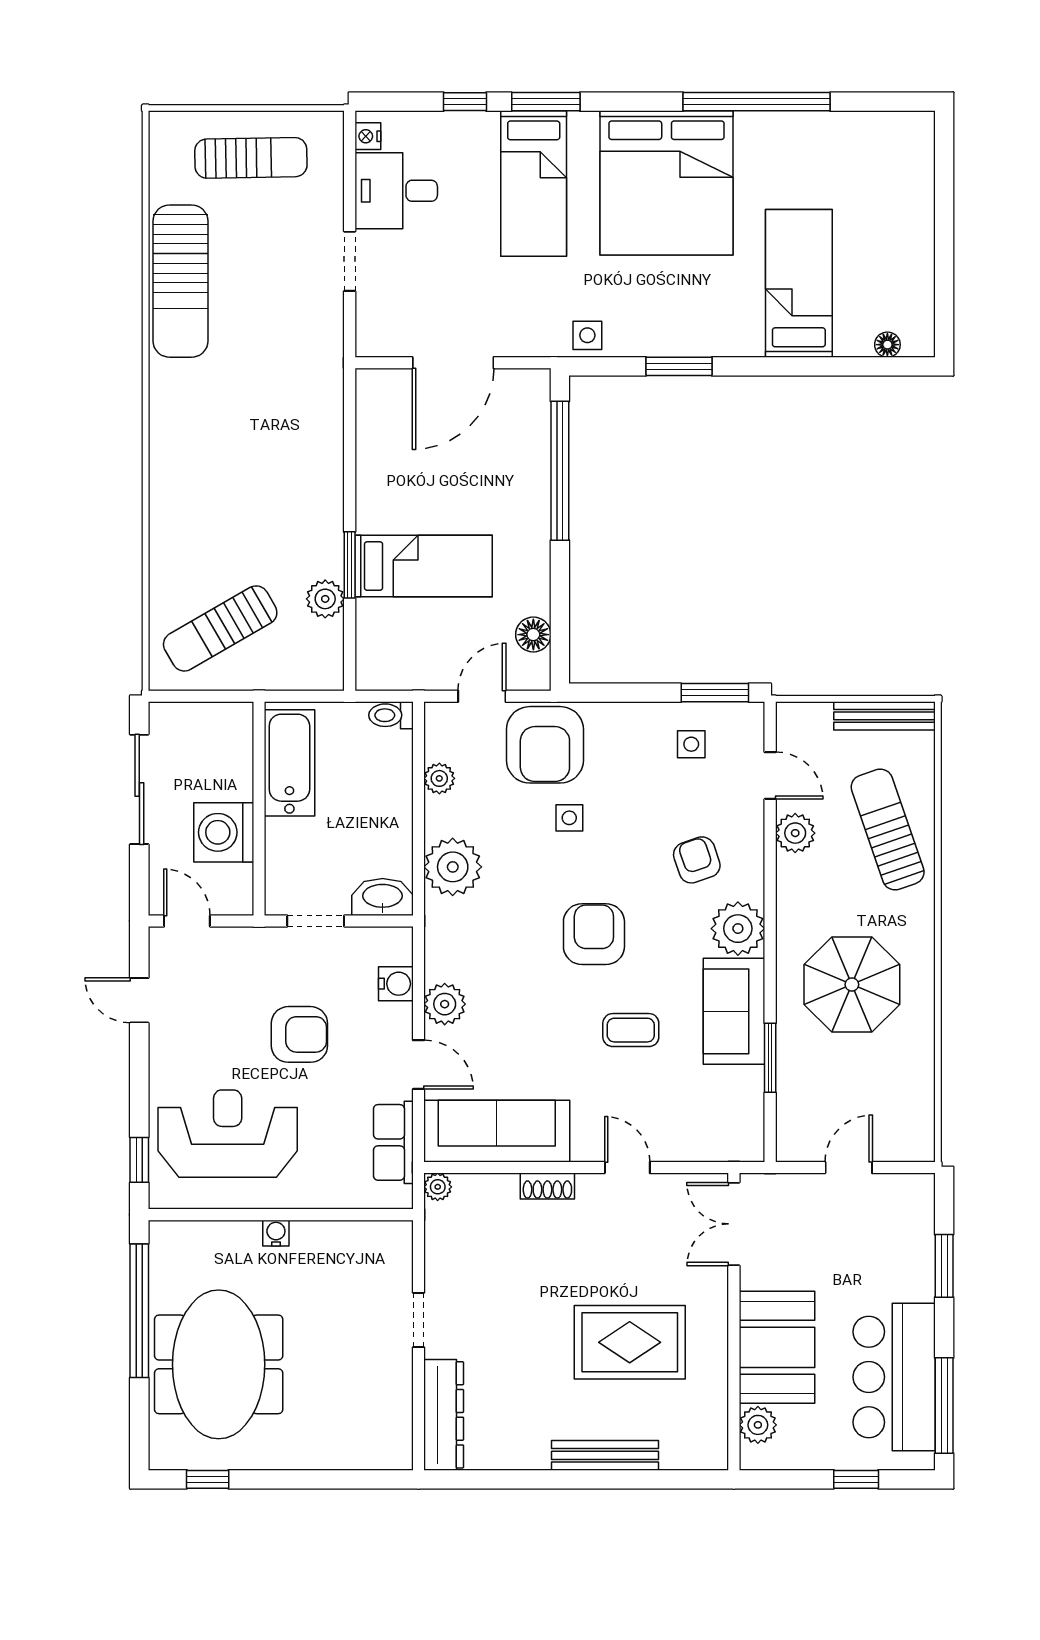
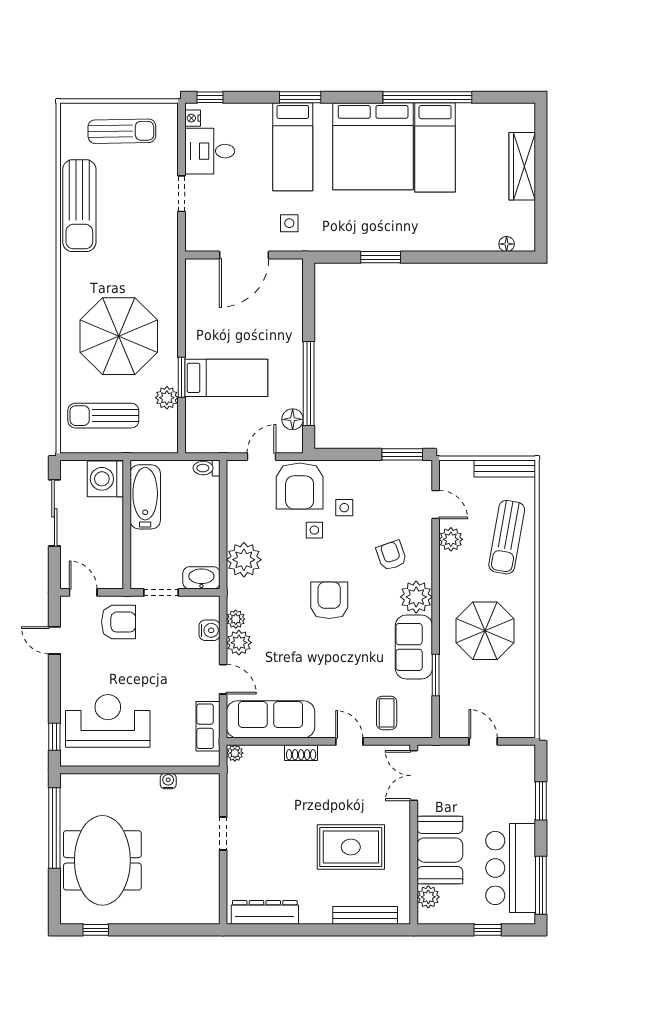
window: (465, 102) -> (210, 97), moved
wardrobe: (913, 216) -> (522, 166), added
bed: (799, 283) -> (435, 147), moved, turned 180
side table: (587, 335) -> (289, 223), moved
window: (560, 471) -> (309, 383), moved
parasol: (246, 497) -> (119, 336), added
sun lounger: (220, 628) -> (103, 416), turned 30
side table: (691, 744) -> (344, 508), moved
plant: (439, 778) -> (236, 619), moved
sun lounger: (888, 830) -> (507, 537), turned -151
washing machine: (224, 832) -> (105, 479), moved
coffee table: (631, 1030) -> (387, 713), moved, turned 90
armchair: (299, 1034) -> (118, 622), moved
door: (849, 1168) -> (483, 741), hinge flipped
water cooler: (276, 1233) -> (168, 781), moved
dresser: (444, 1415) -> (265, 912), moved, turned -90
bench: (605, 1455) -> (365, 915), moved

